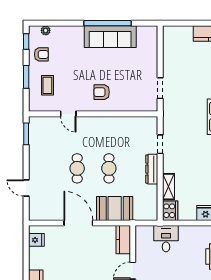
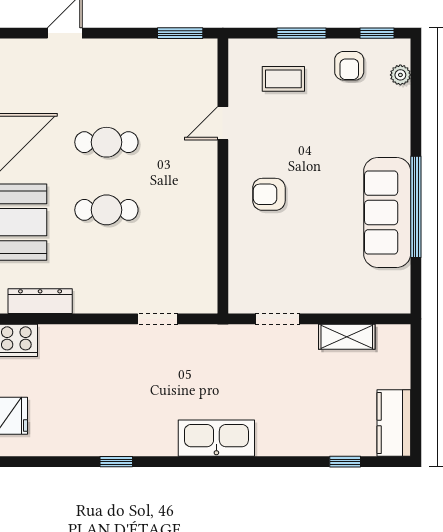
armchair: (102, 92) -> (269, 194), turned -90
dresser: (152, 169) -> (40, 301), moved
shelving: (168, 187) -> (347, 337), moved

